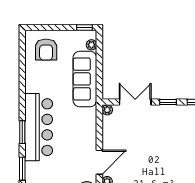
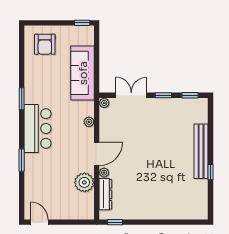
plant: (91, 45) -> (89, 122), moved
bar counter: (39, 127) -> (38, 128), width x0.73
window: (22, 132) -> (22, 99), moved

